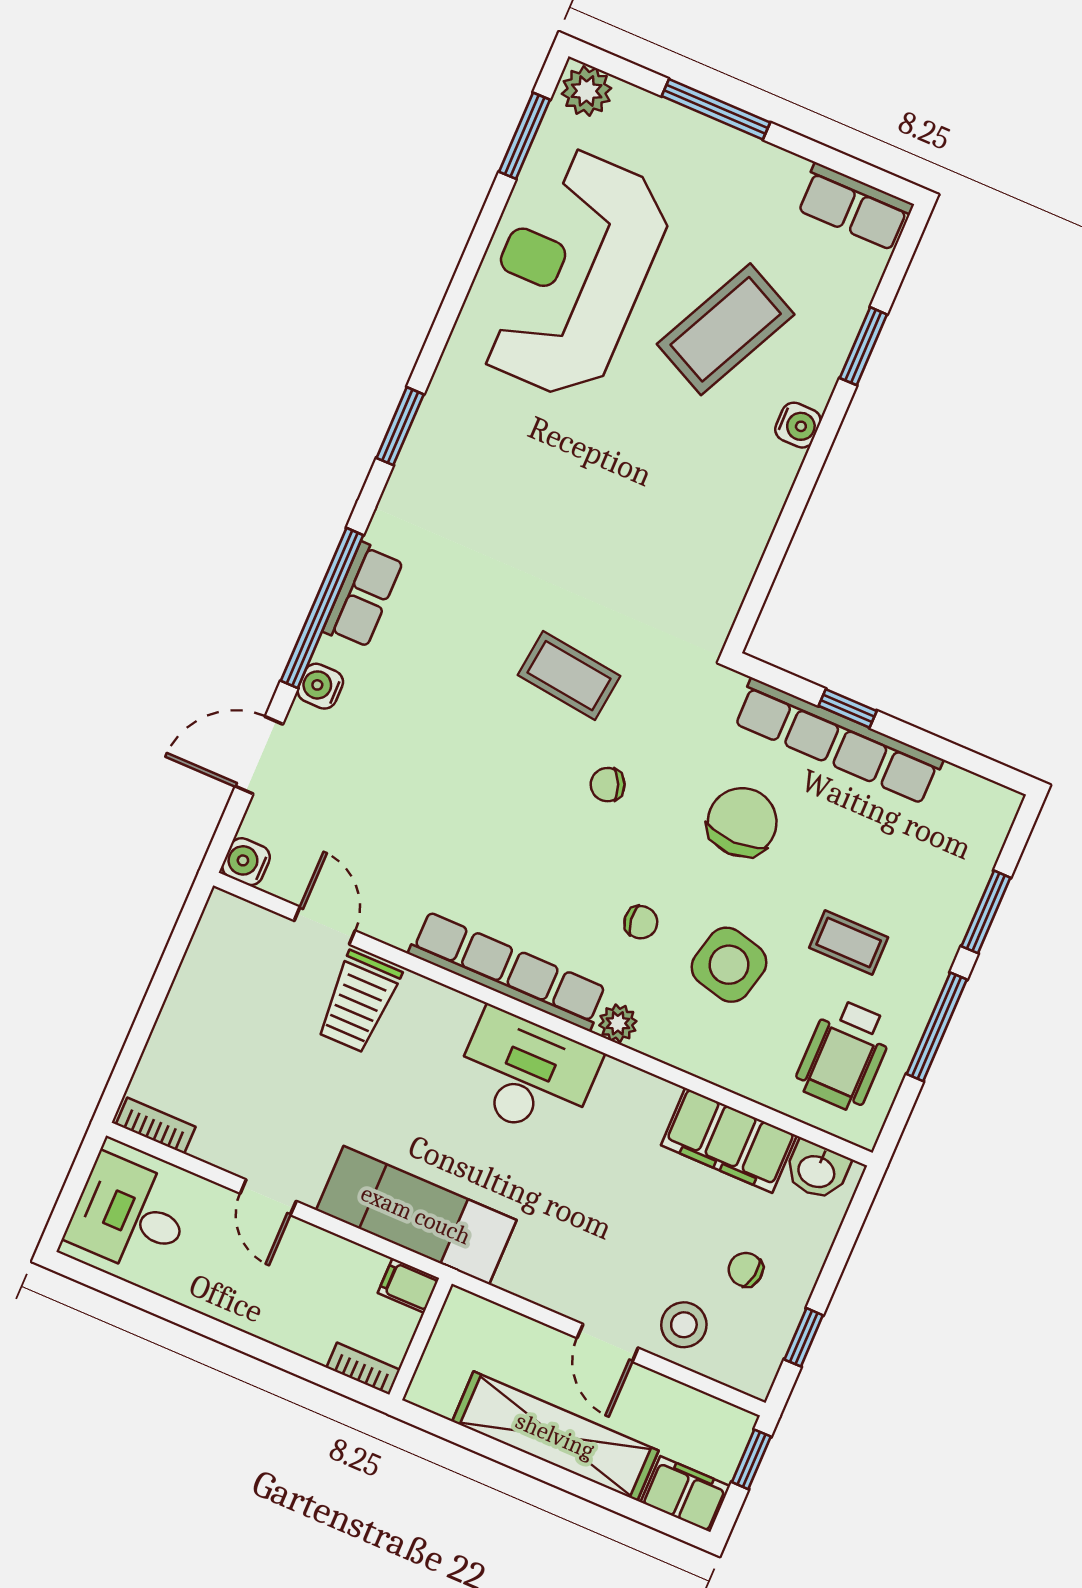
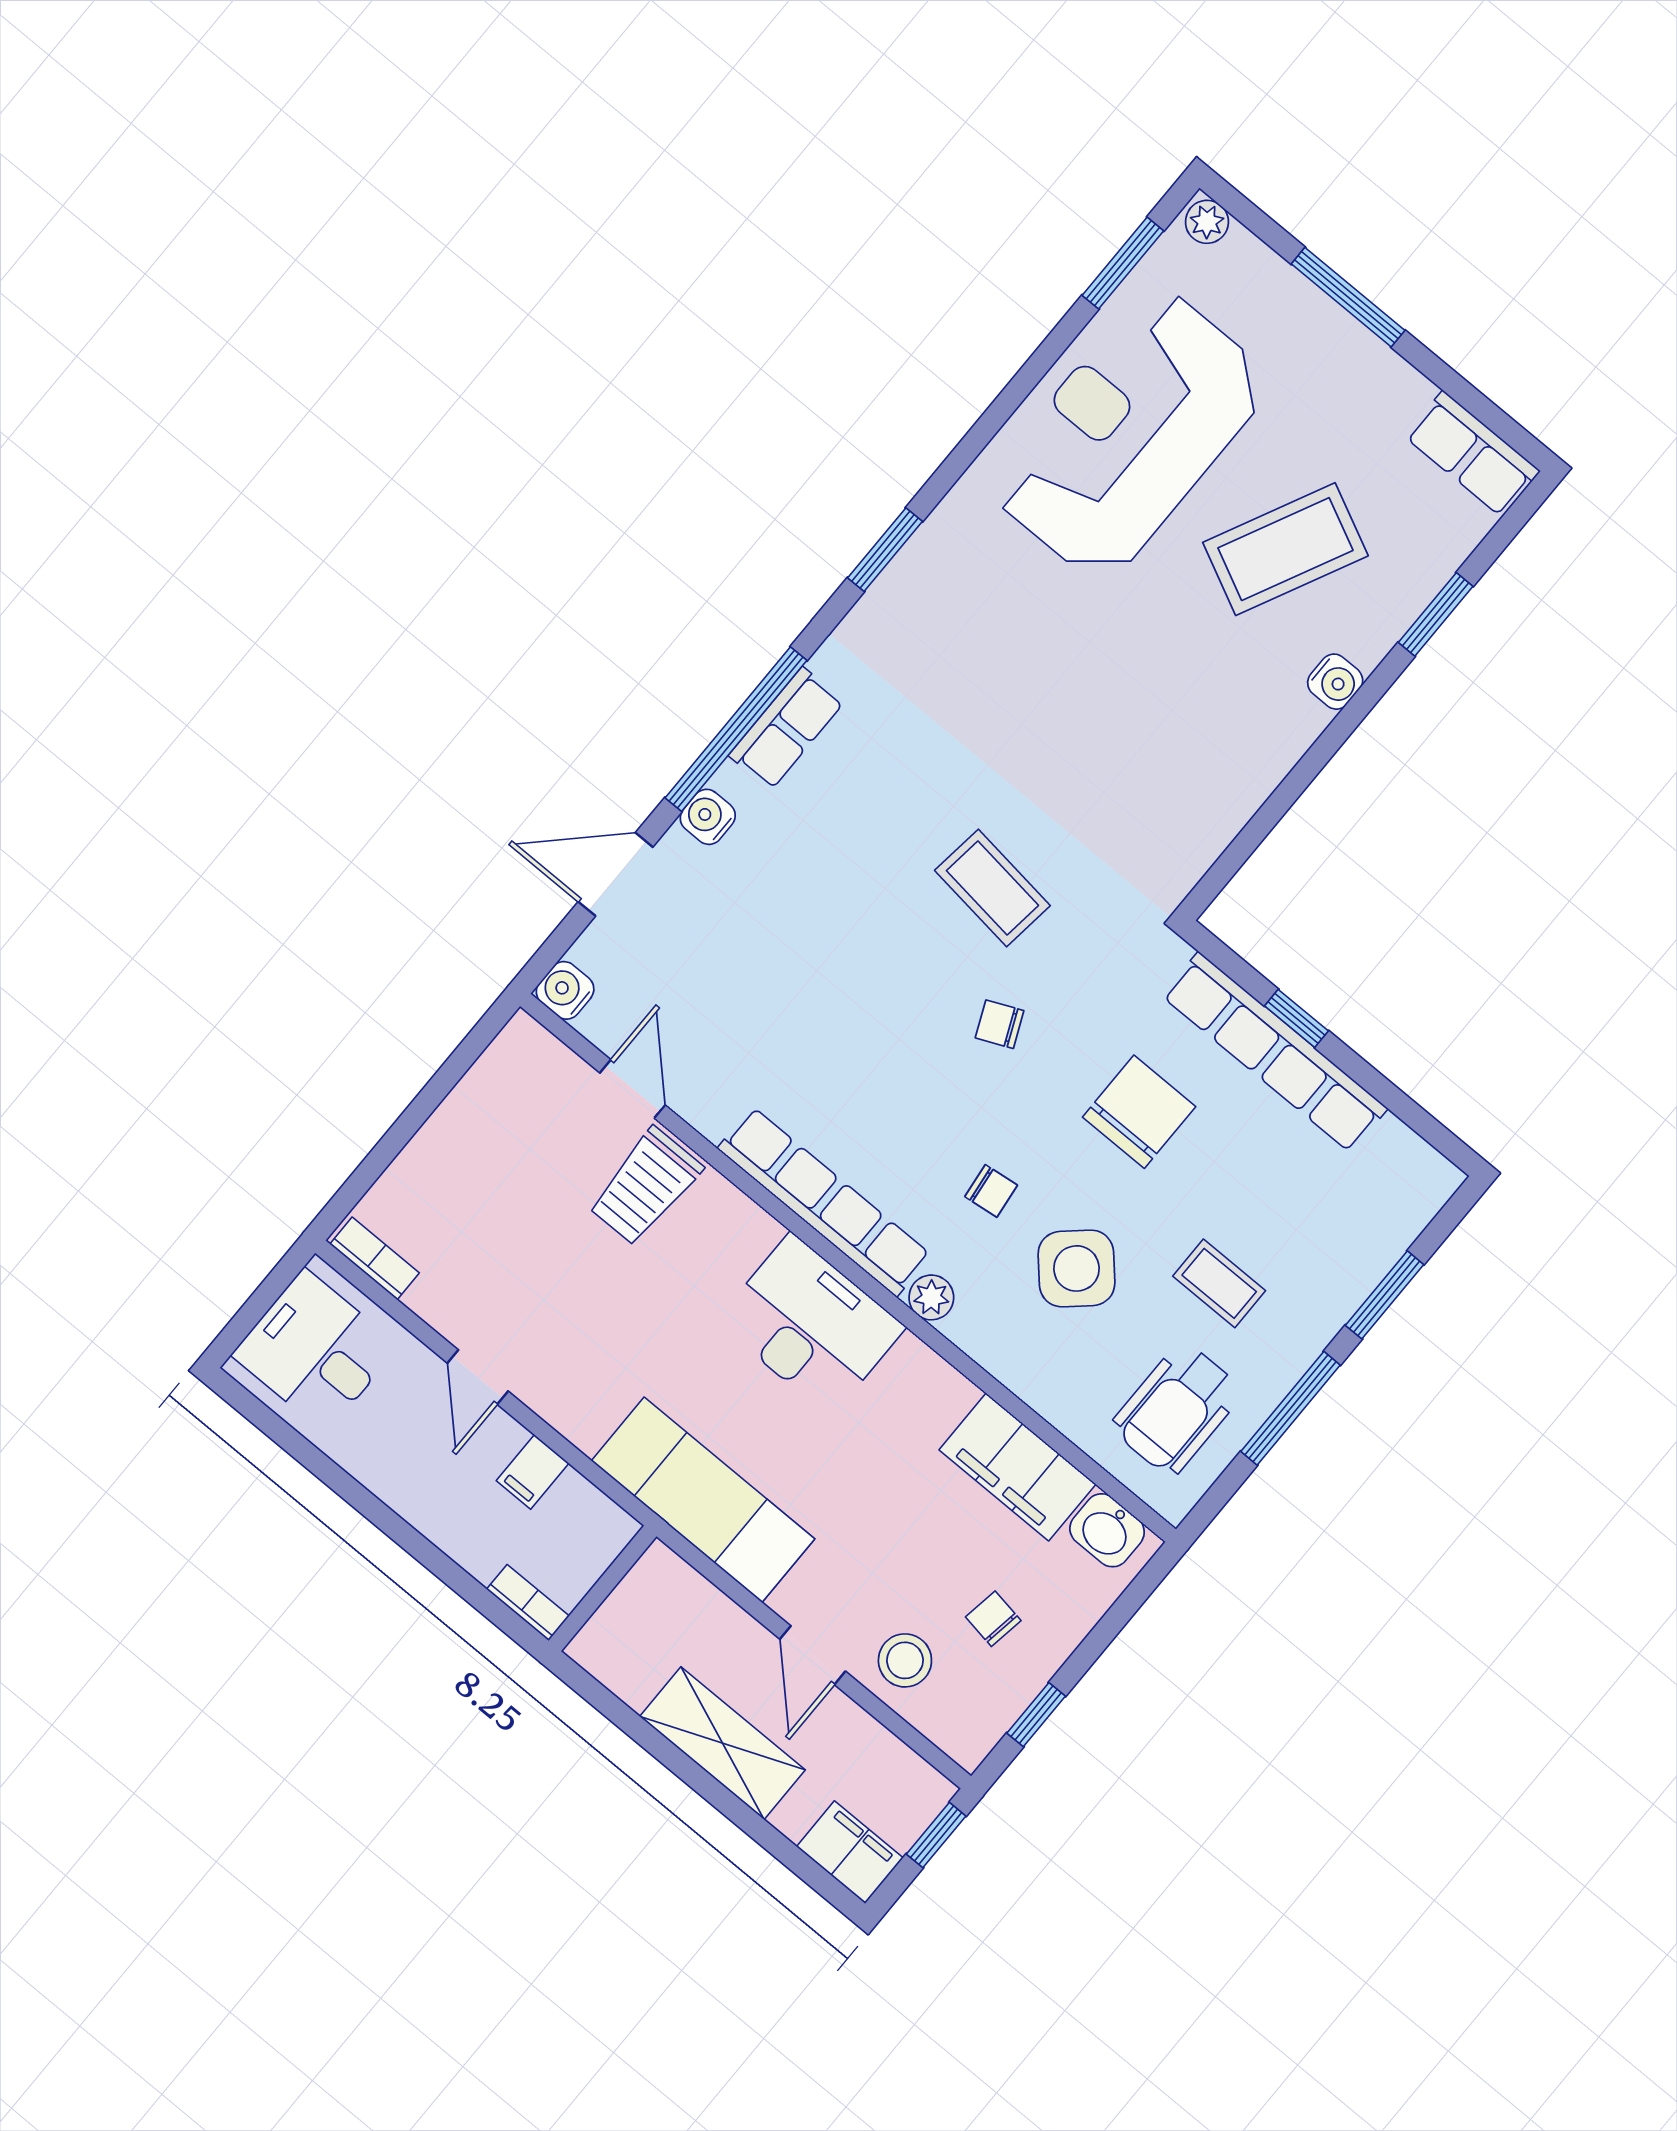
plant: (587, 91) -> (1207, 222), width x0.73, depth x0.73
side table: (729, 965) -> (1076, 1268), turned 34
exam couch: (416, 1215) -> (703, 1500), moved
filing cabinet: (408, 1286) -> (532, 1472), moved, turned -90
shelving: (555, 1436) -> (722, 1743), width x0.68

